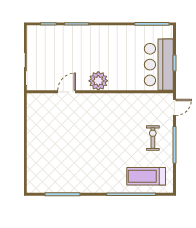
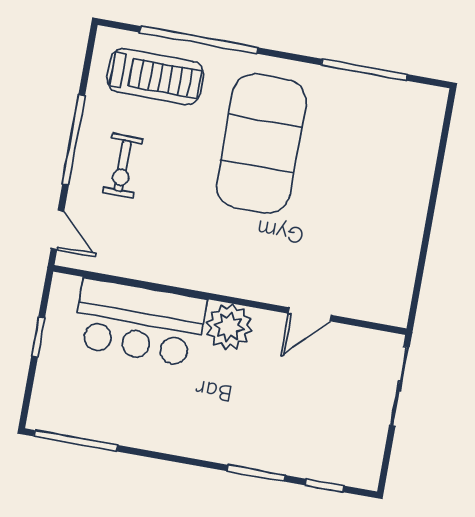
bar counter: (159, 65) -> (140, 323), moved, turned 90
door: (174, 107) -> (57, 230), swing flipped
exercise mat: (99, 157) -> (261, 144), added

